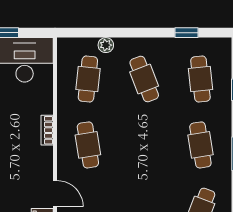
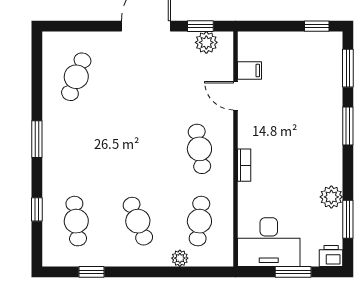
cafe table: (200, 145) -> (76, 149), removed

